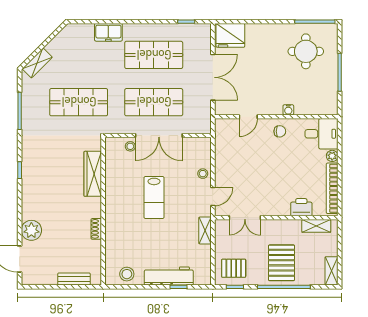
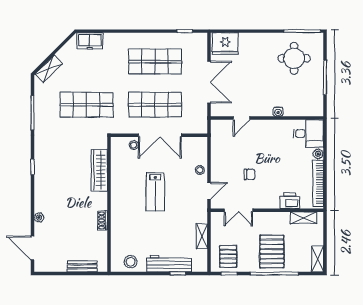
freezer: (108, 32) -> (90, 41), moved
chair: (280, 131) -> (250, 174), moved
plant: (31, 230) -> (39, 218), width x0.53, depth x0.53
shelving: (205, 230) -> (202, 236), moved
pallet: (234, 268) -> (228, 256), turned 90

